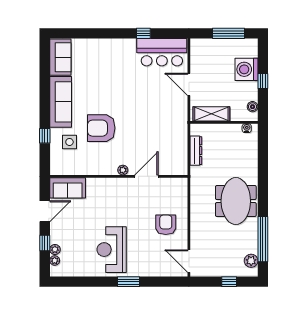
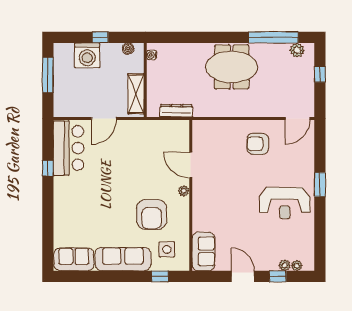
plant: (123, 170) -> (184, 191), moved
wall: (119, 176) -> (191, 195), moved
door: (146, 176) -> (191, 165), moved
sofa: (68, 188) -> (203, 251), moved

